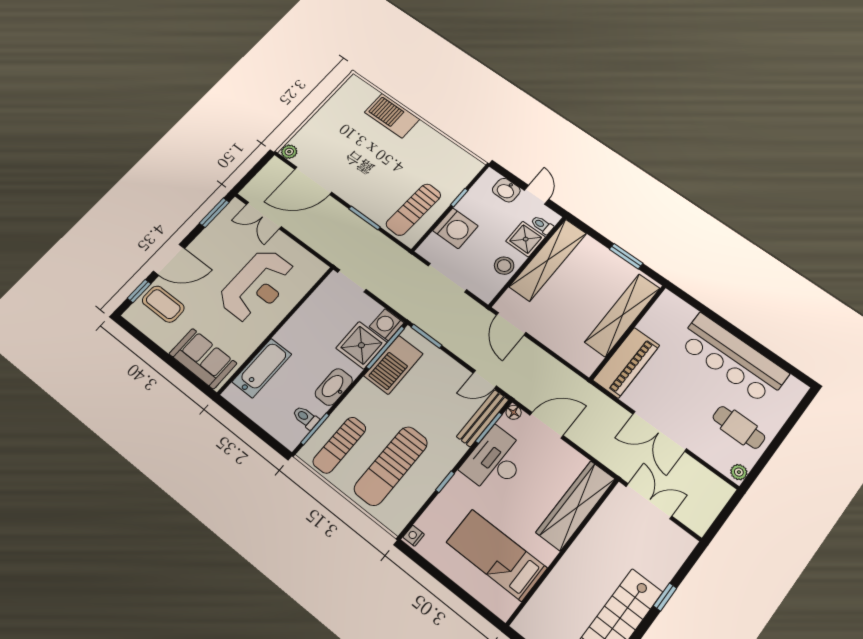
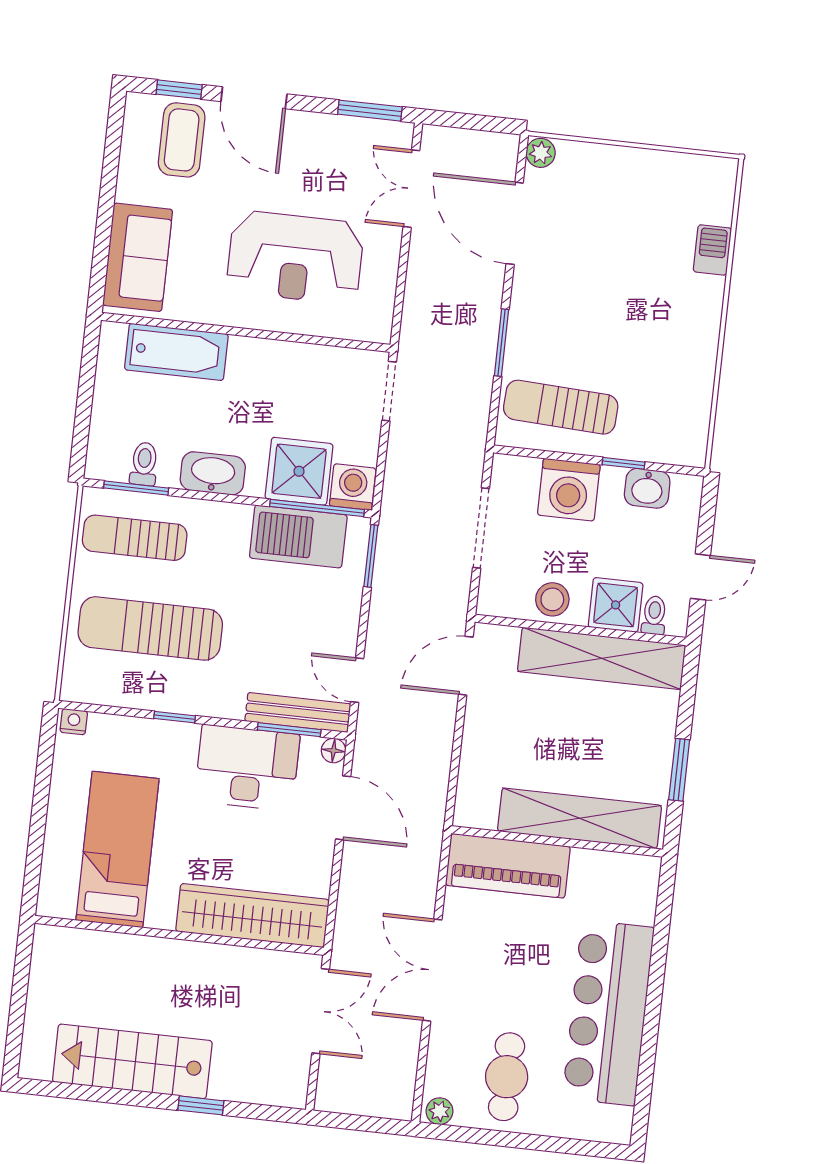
barbecue: (392, 116) -> (712, 250), width x0.53, depth x0.65
washbasin: (506, 190) -> (647, 488), moved, turned -90

